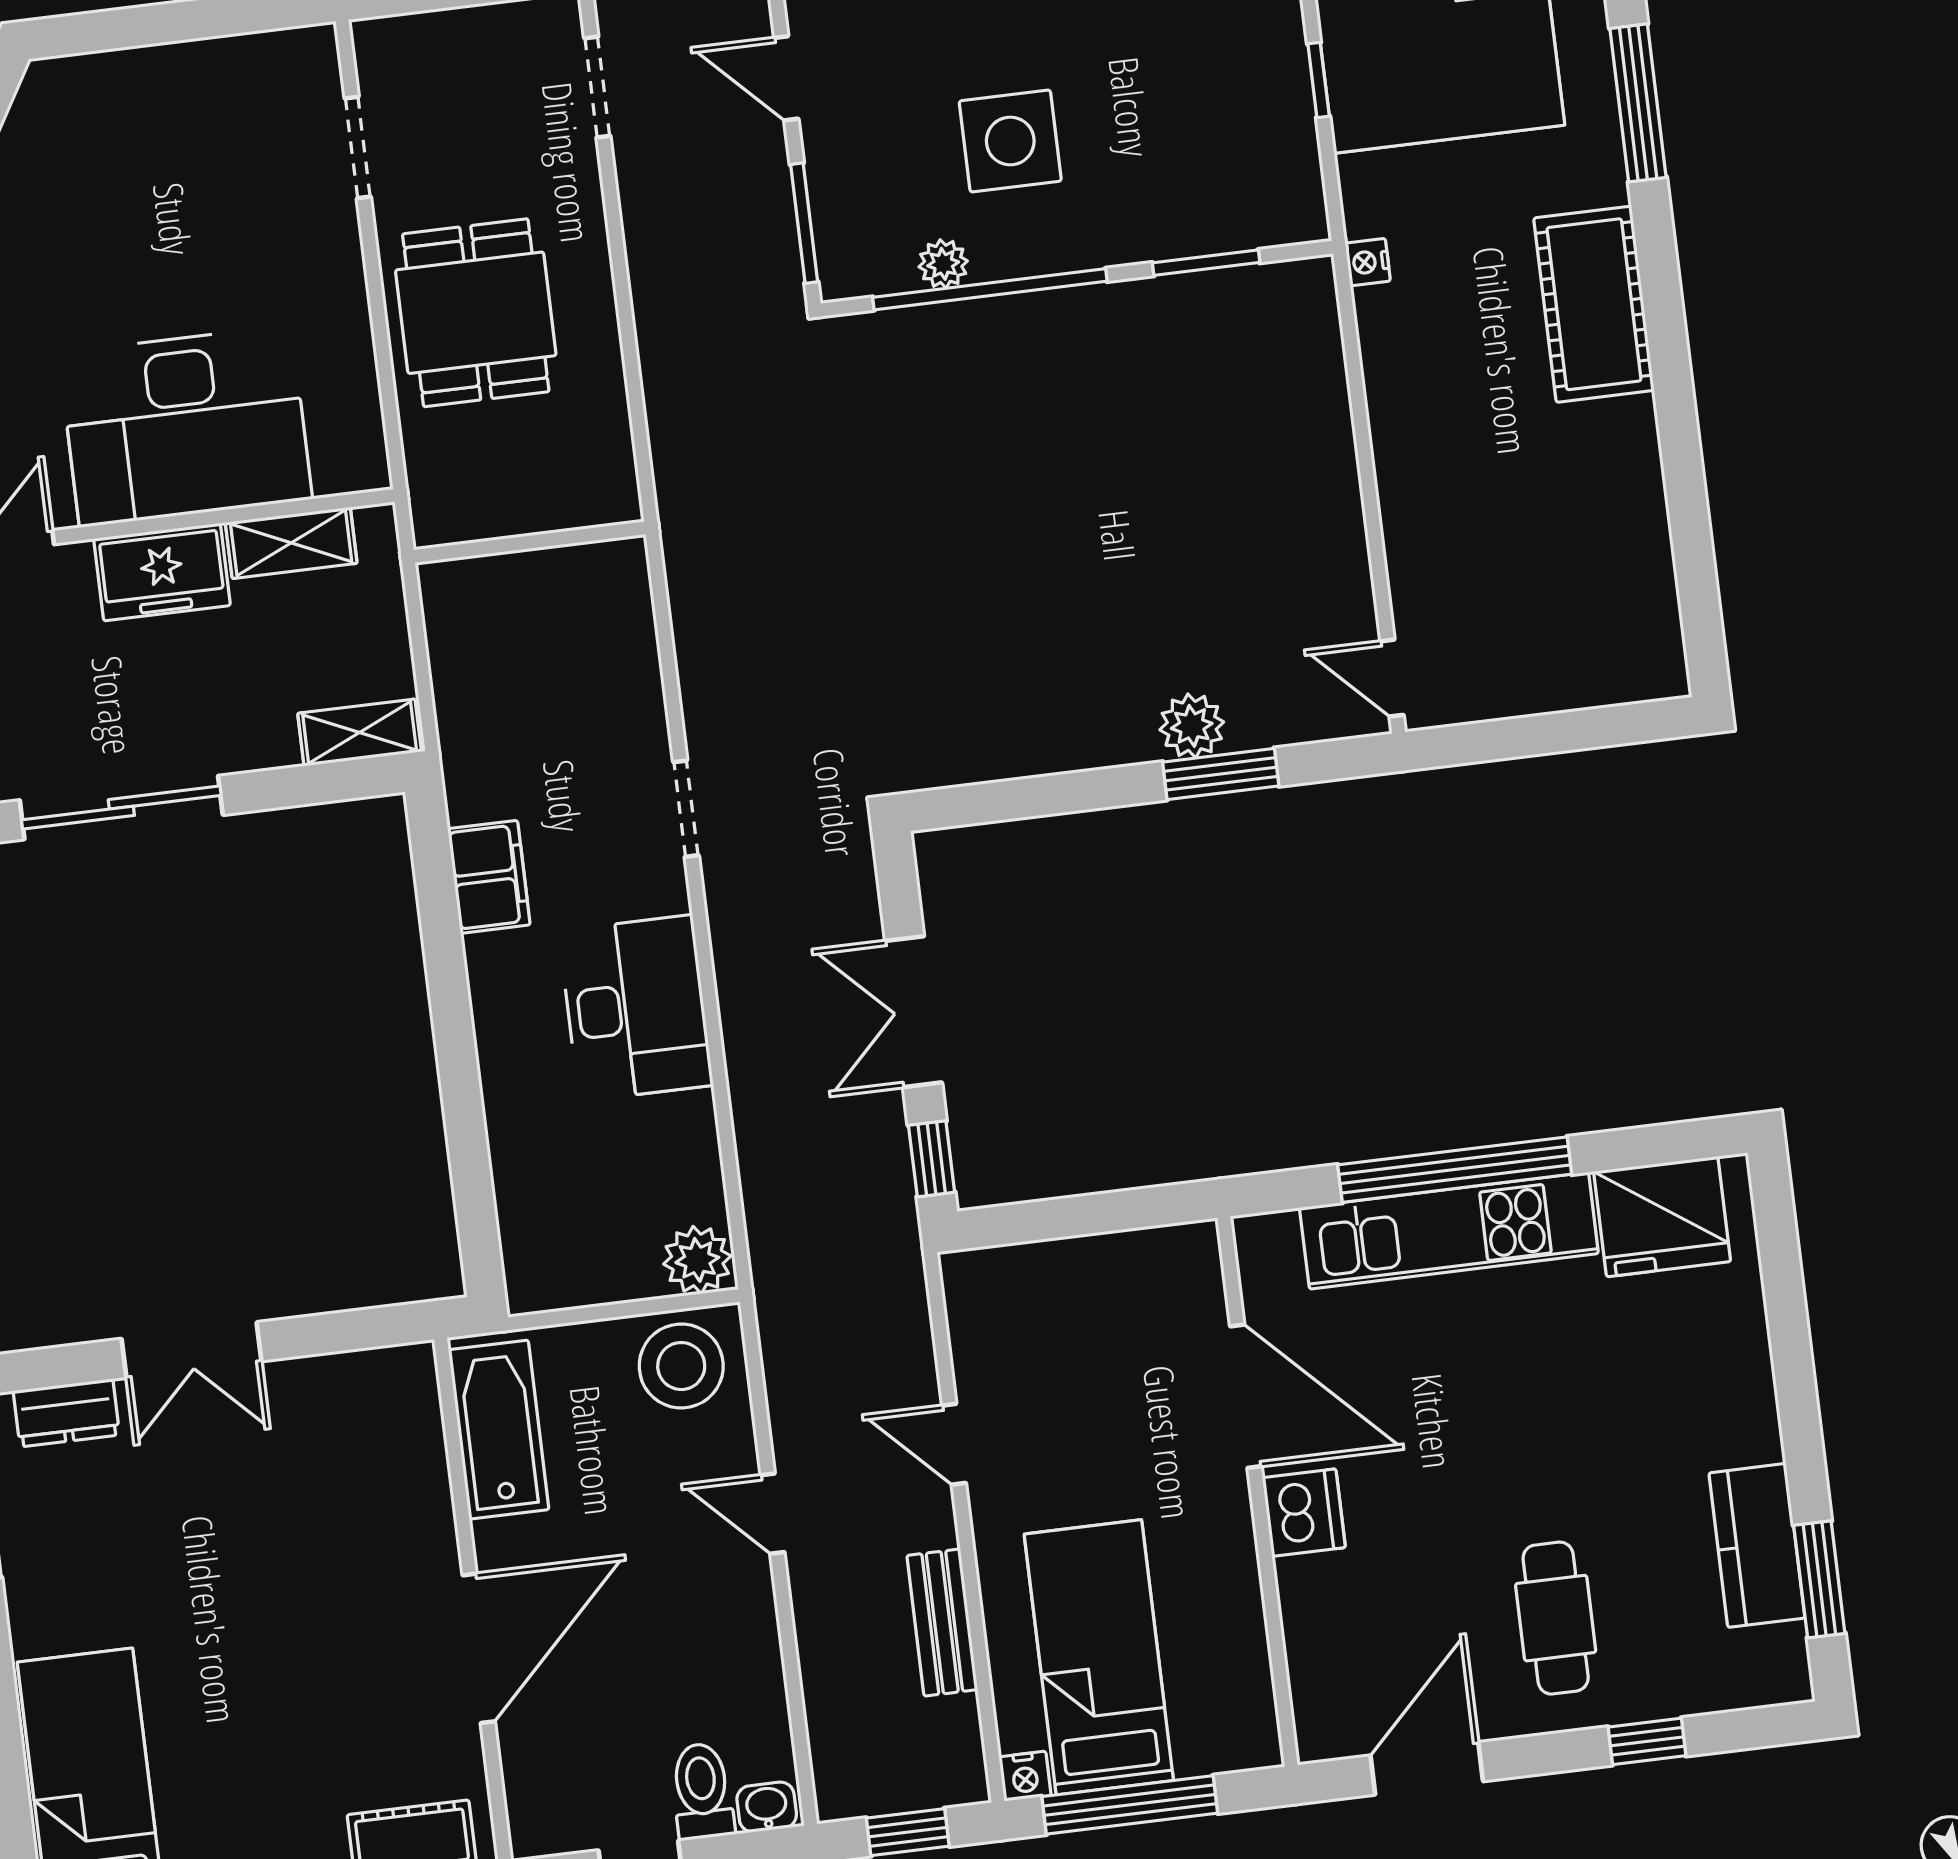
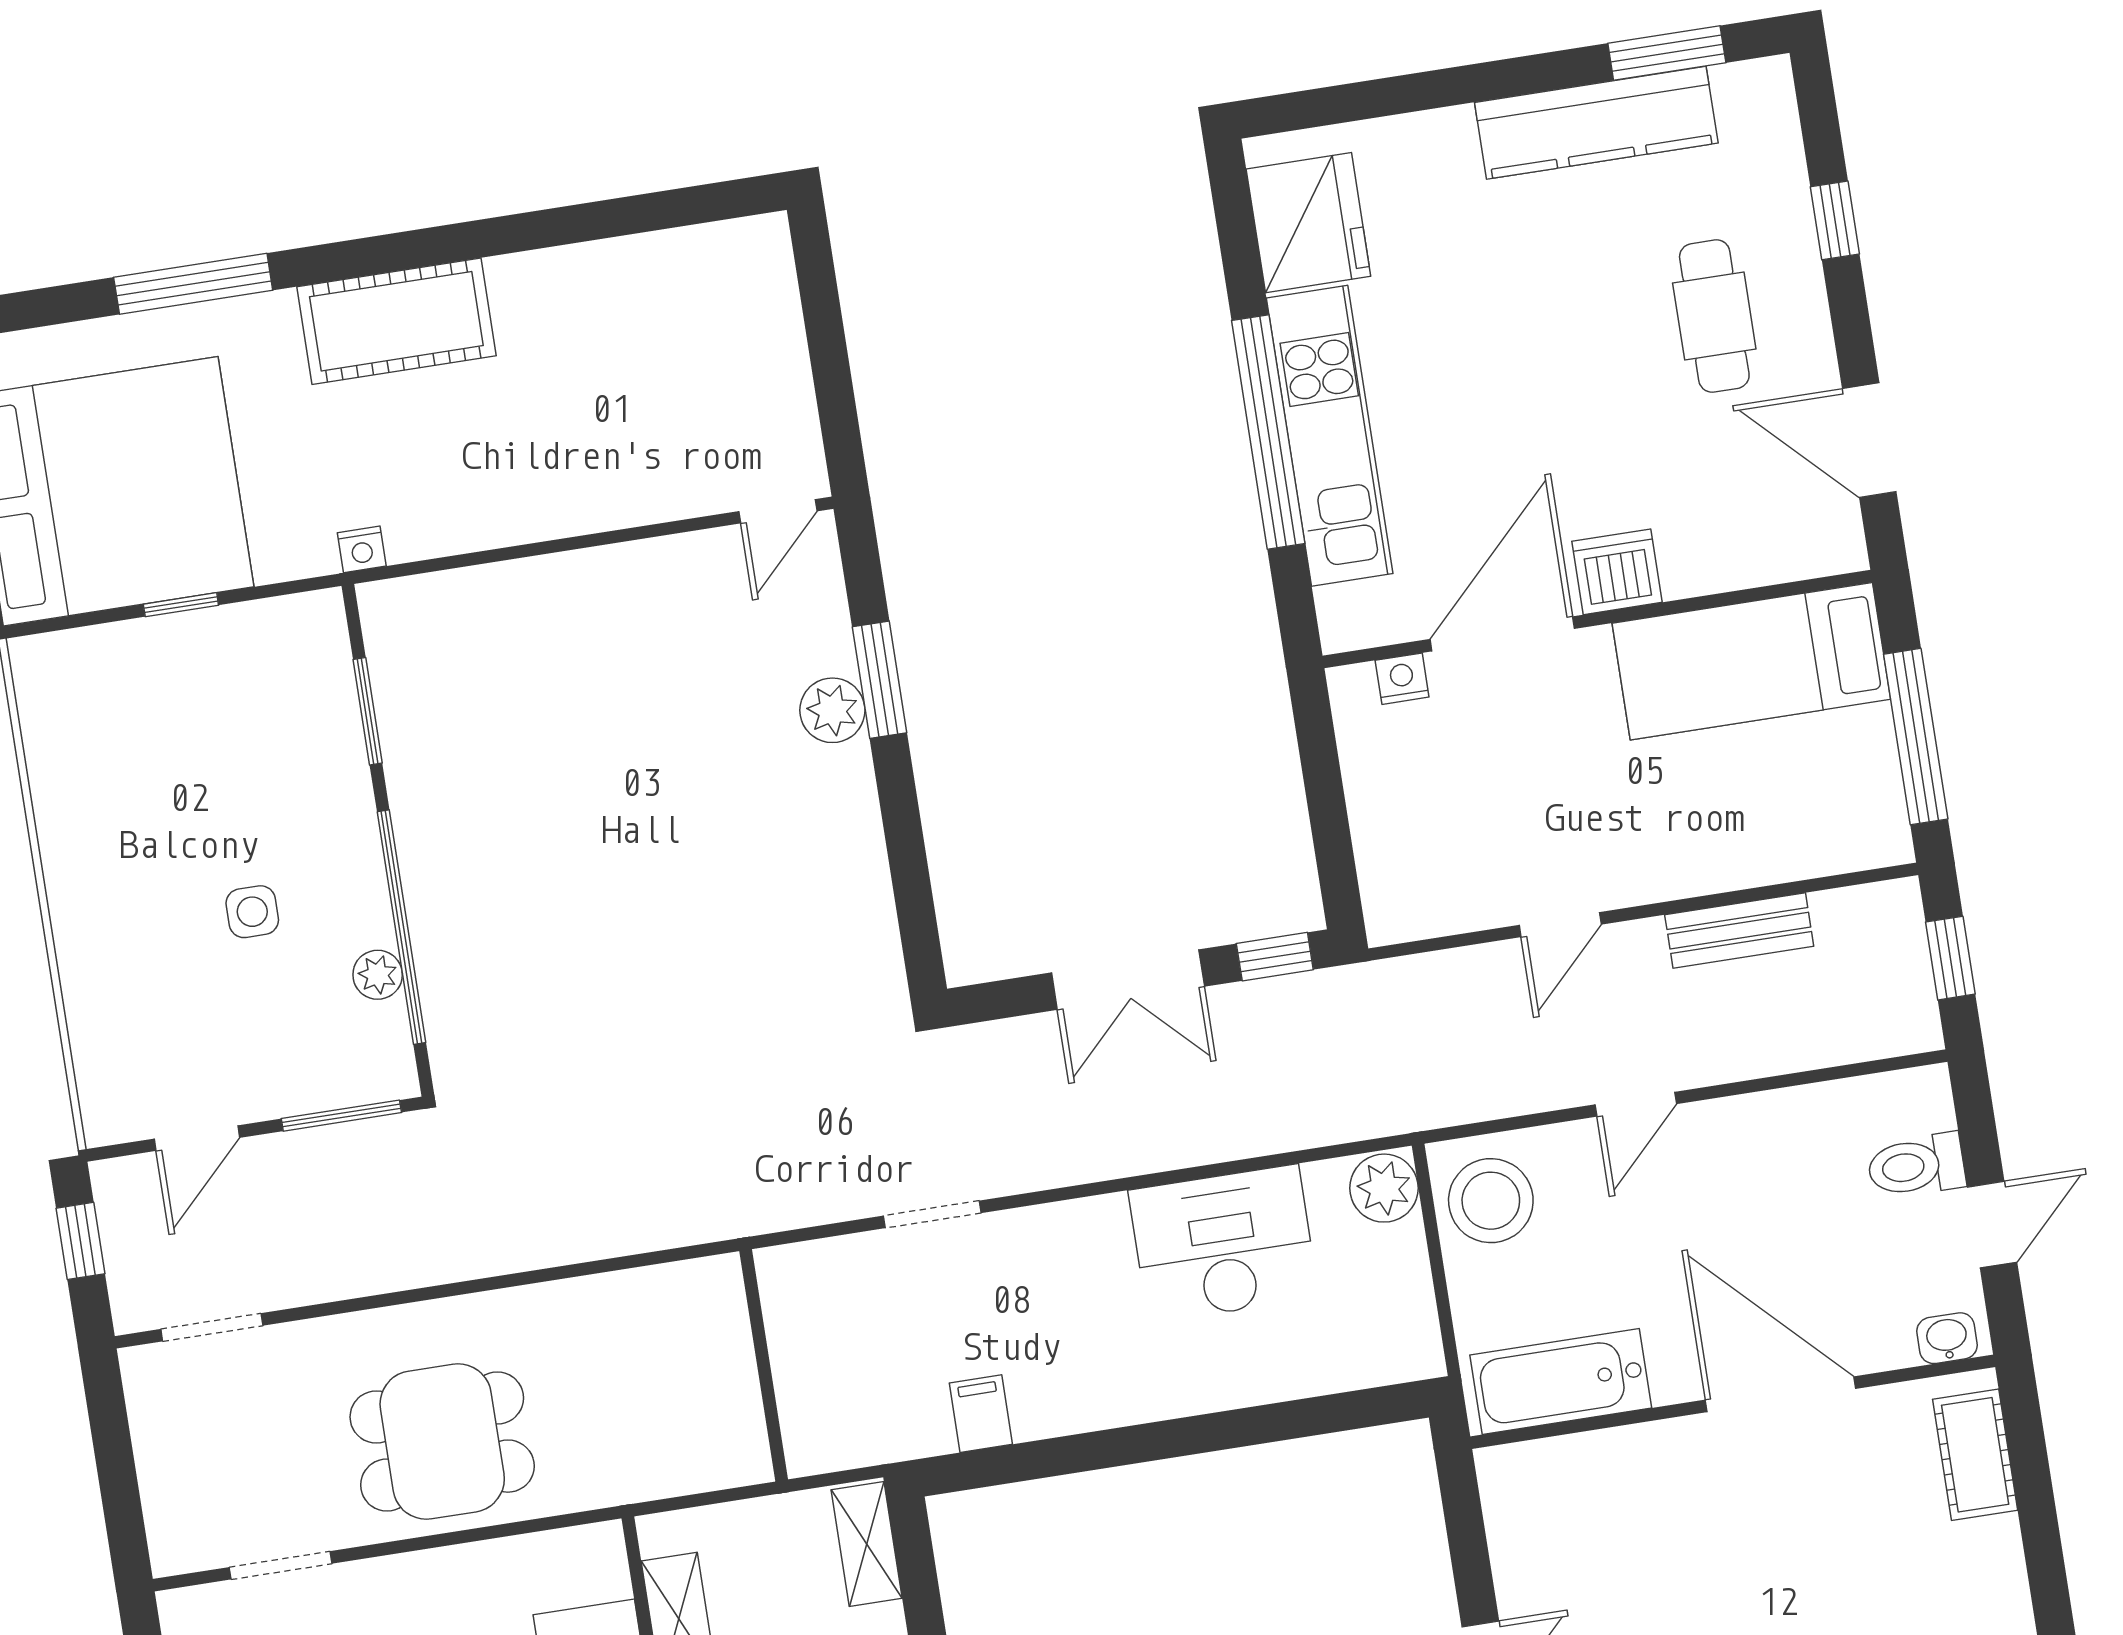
side table: (1010, 141) -> (252, 912), width x0.54, depth x0.54
wall: (530, 542) -> (764, 1365), moved
filing cabinet: (489, 877) -> (981, 1414), width x0.50
desk: (636, 1008) -> (1223, 1244), moved
kitchen counter: (1757, 1545) -> (1596, 123), width x1.50
cafe table: (1556, 1618) -> (1714, 316), turned 90
bed: (1099, 1657) -> (1751, 661), moved
nightstand: (1025, 1776) -> (1402, 679), moved, turned -90
washbasin: (767, 1807) -> (1947, 1338), moved, turned 90

